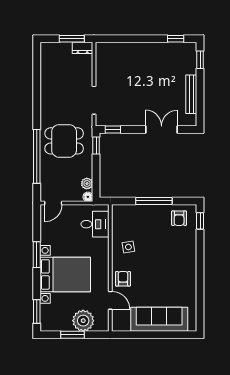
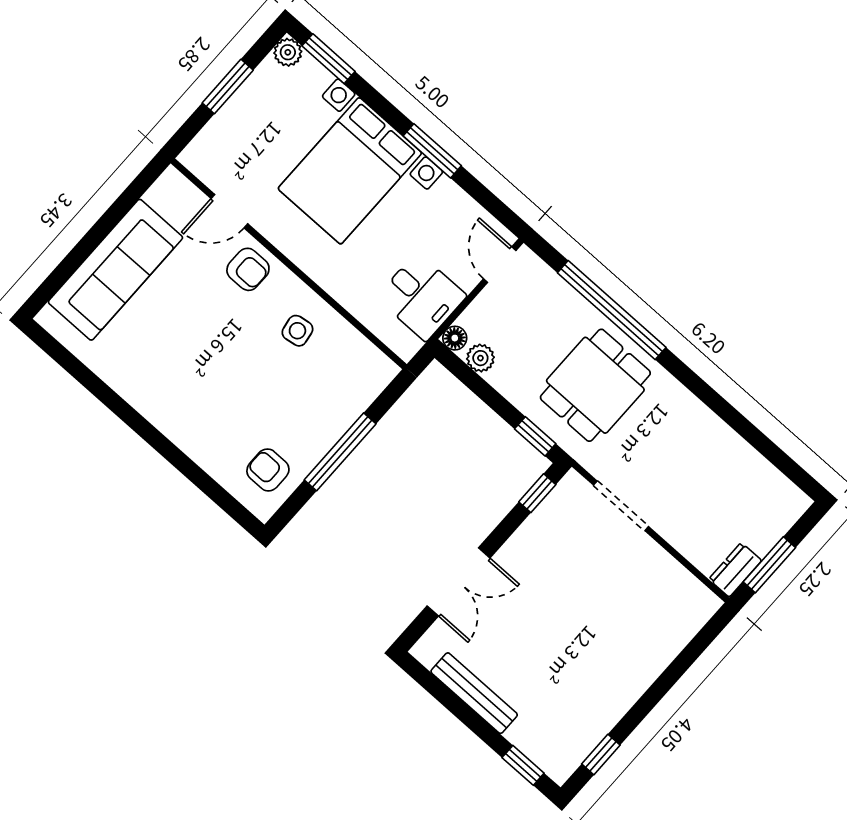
window: (200, 221) -> (229, 504), removed
desk: (95, 224) -> (421, 297), moved, turned -90
plant: (83, 321) -> (288, 52), moved, width x0.53, depth x0.53

